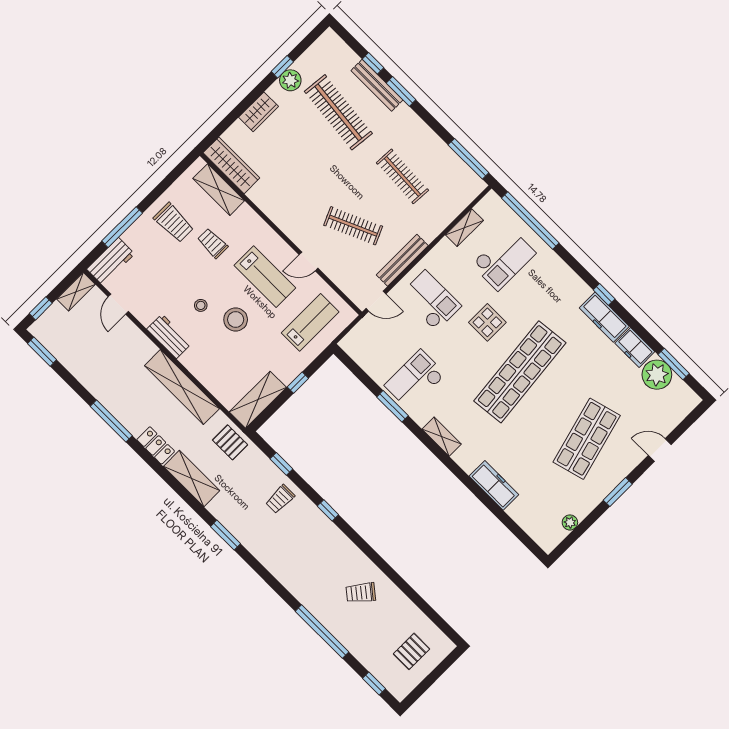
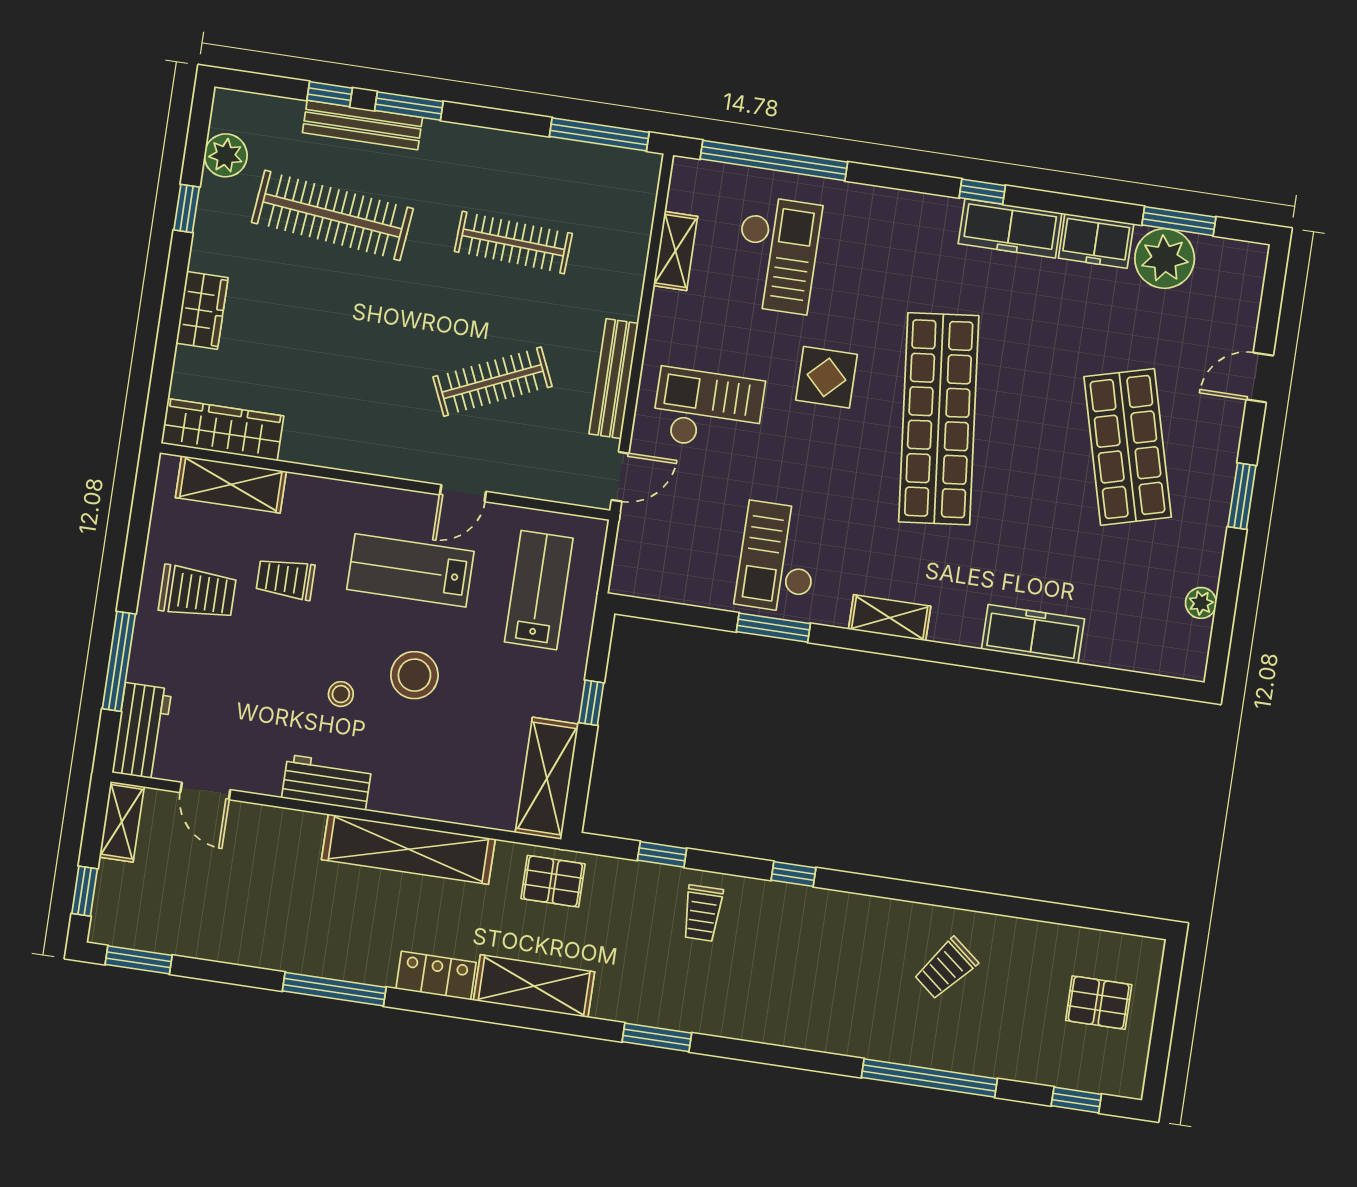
plant: (290, 80) -> (226, 155), moved
lab bench: (265, 277) -> (410, 570), turned 180
pallet: (411, 651) -> (1099, 1003), turned 90

